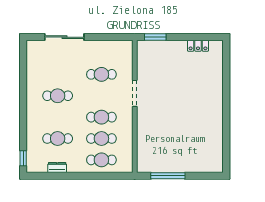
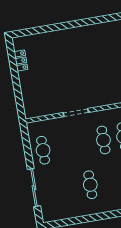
window: (155, 37) -> (19, 102), removed
cafe table: (101, 74) -> (43, 150), moved

